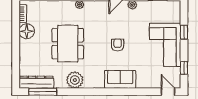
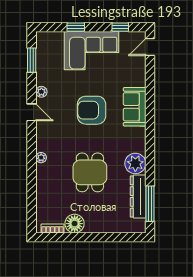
dining table: (68, 44) -> (90, 172), width x0.73
armchair: (118, 45) -> (92, 110), width x1.88, depth x1.88
dresser: (36, 82) -> (138, 197), moved

